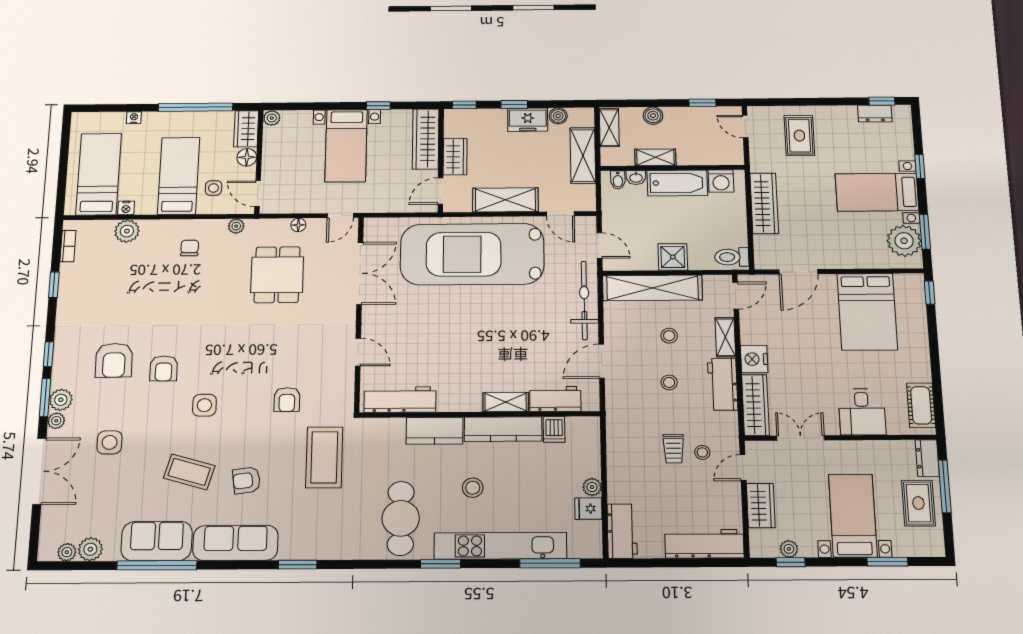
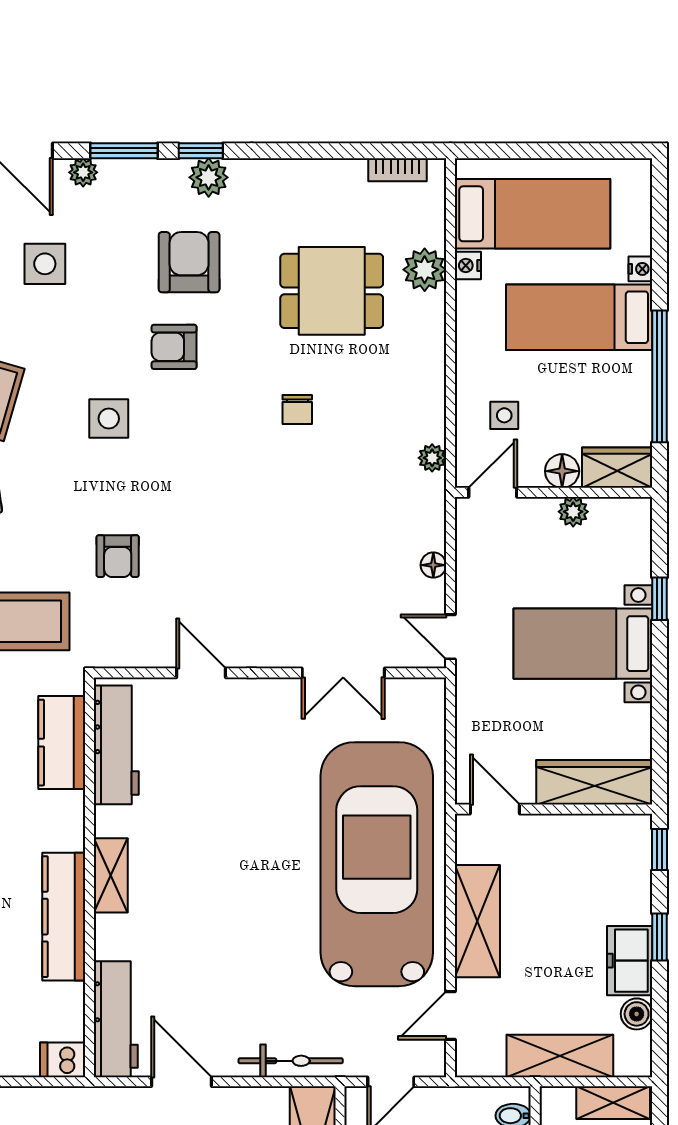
window: (378, 106) -> (660, 599), moved
plant: (272, 118) -> (573, 512), moved
wardrobe: (455, 157) -> (560, 834), removed
bed: (179, 176) -> (579, 317), moved, turned 180
chair: (190, 248) -> (297, 409), moved, turned 90
double door: (360, 273) -> (343, 673), width x0.73
dining table: (277, 275) -> (332, 291), moved
window: (54, 285) -> (326, 151), removed
bicycle: (584, 300) -> (291, 1061), width x0.73, depth x0.71
door: (358, 352) -> (201, 673), swing flipped
armchair: (114, 360) -> (189, 262), turned 91
workbench: (555, 399) -> (116, 1019), width x1.38
plant: (61, 400) -> (209, 177), moved
armchair: (287, 400) -> (118, 556), turned -90
shelving: (506, 402) -> (111, 875), moved
dishwasher: (554, 429) -> (63, 1060), moved
kitchen counter: (435, 431) -> (62, 743), moved

